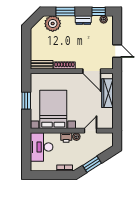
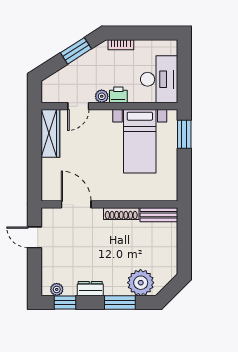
wardrobe: (108, 93) -> (50, 133), moved
window: (26, 101) -> (184, 134), moved
bed with nightstands: (53, 109) -> (140, 141), width x0.73

